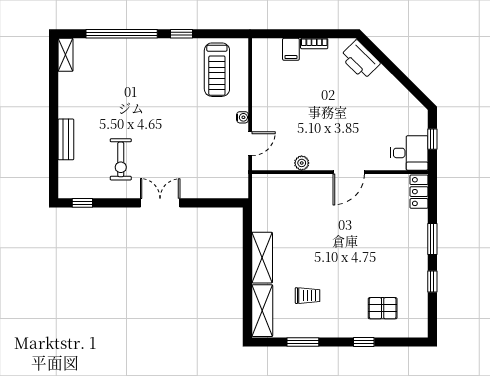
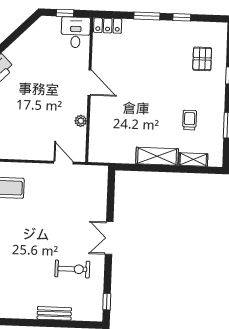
water cooler: (242, 117) -> (42, 168), removed
shelving: (262, 311) -> (193, 160), width x0.67, depth x0.75

